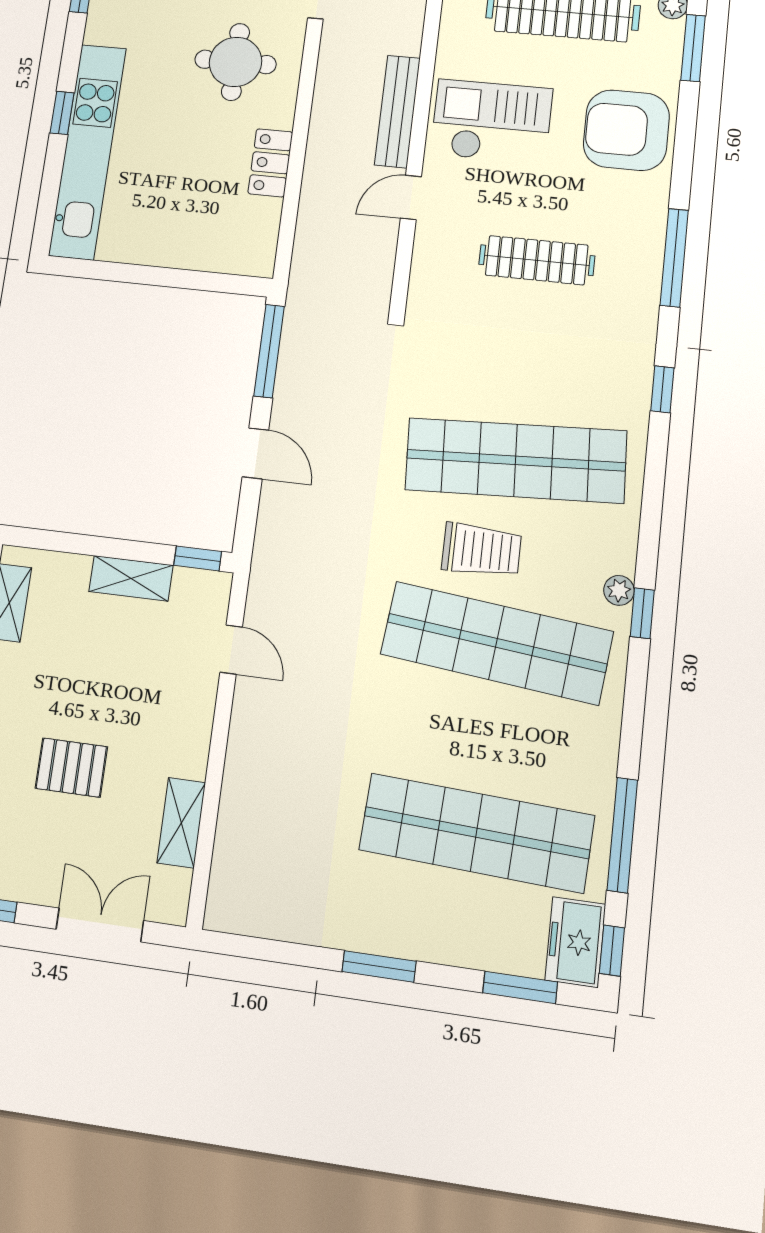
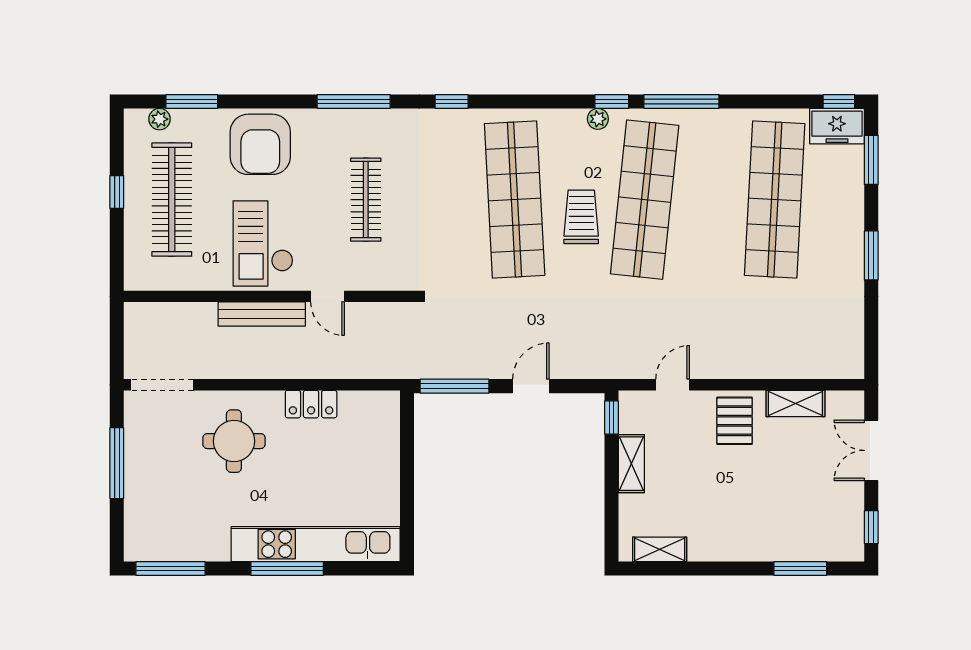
window: (62, 113) -> (287, 569), width x2.17
pallet: (71, 768) -> (735, 421), moved
window: (622, 835) -> (681, 101), moved

